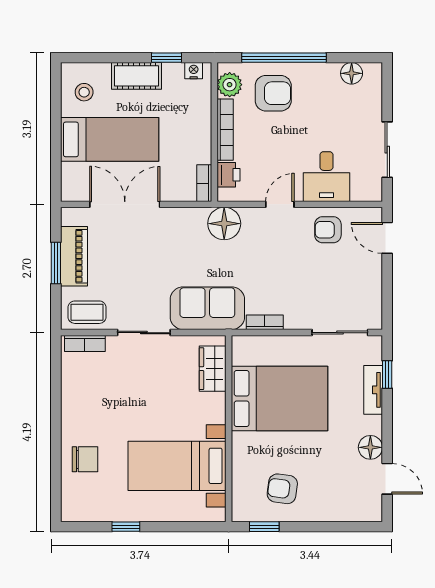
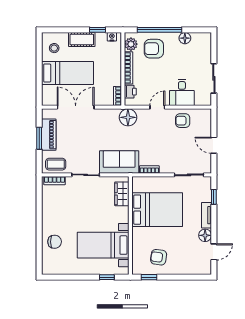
floor lamp: (352, 73) -> (185, 38), moved
armchair: (273, 93) -> (154, 49), turned 180
door: (387, 238) -> (214, 145), moved
tv unit: (373, 390) -> (207, 215), moved
door: (387, 479) -> (214, 252), hinge flipped
window: (126, 527) -> (107, 277), moved

